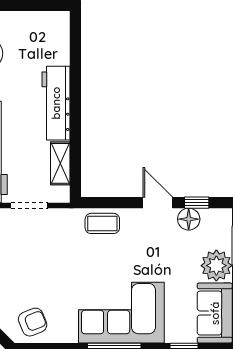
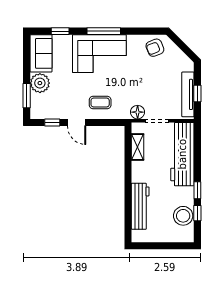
workbench: (56, 103) -> (140, 206), moved
floor lamp: (189, 219) -> (138, 112), moved
coffee table: (102, 223) -> (100, 102), moved

